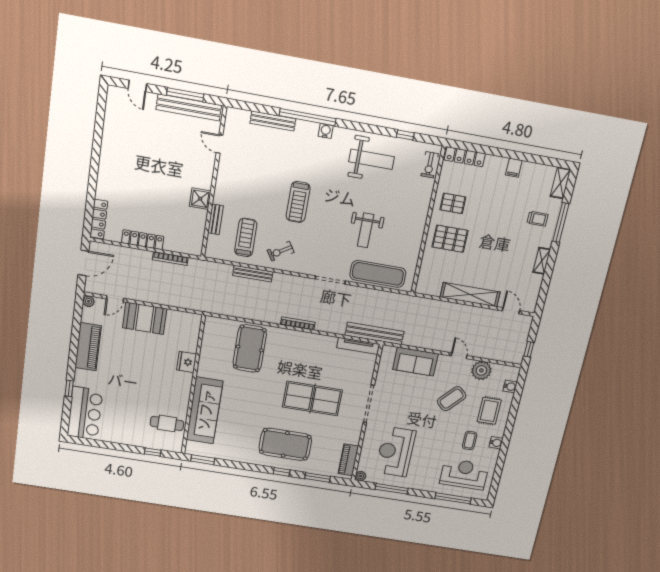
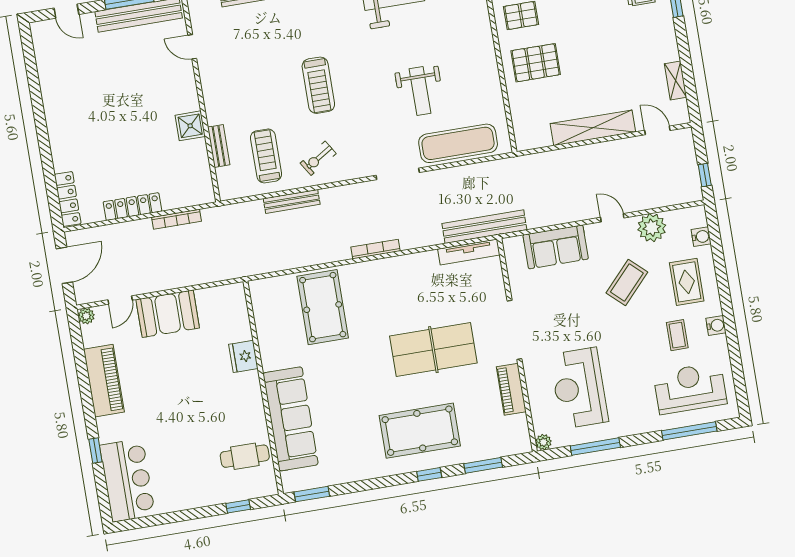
shelving: (542, 261) -> (676, 81), moved
piano: (348, 460) -> (511, 389), moved

